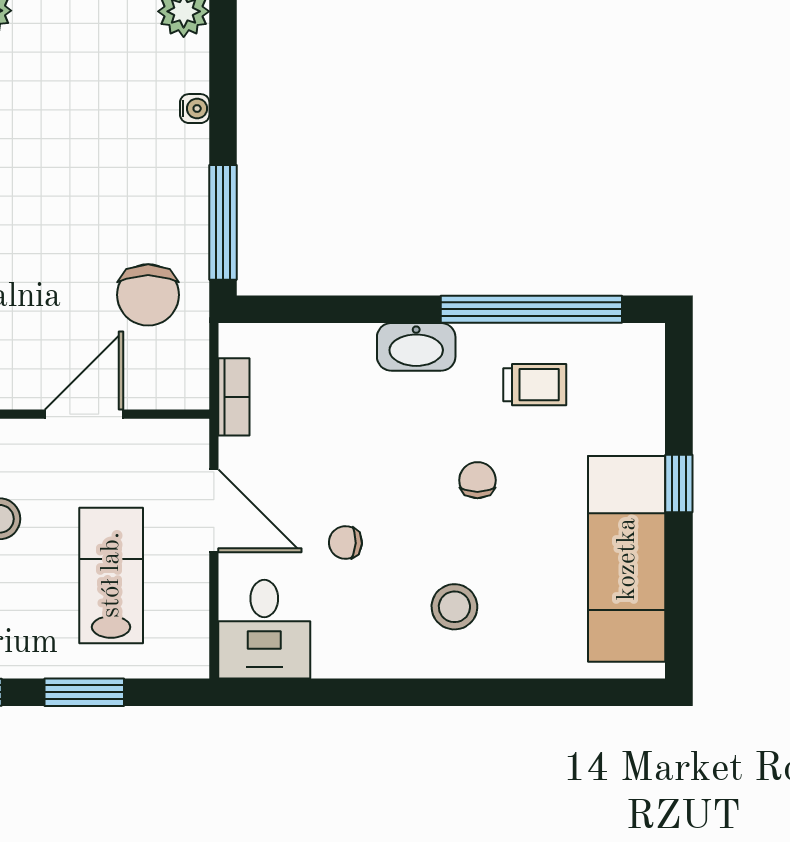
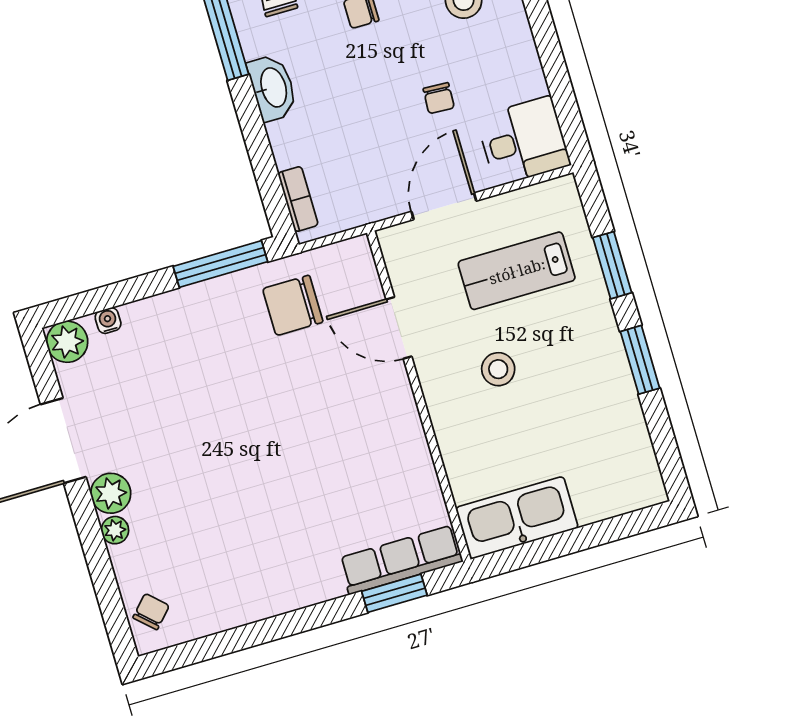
water cooler: (195, 109) -> (108, 321), moved
chair: (148, 295) -> (293, 305), turned 180
bookcase: (234, 397) -> (298, 199), moved, turned 90

